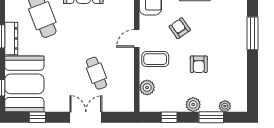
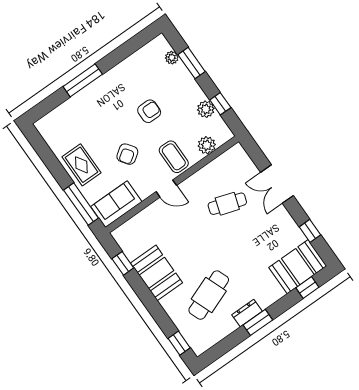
dresser: (11, 38) -> (247, 313), width x0.70
cafe table: (96, 73) -> (227, 204), turned 39
booth: (24, 84) -> (298, 267), width x0.73, depth x0.70
plant: (193, 104) -> (206, 109), moved

